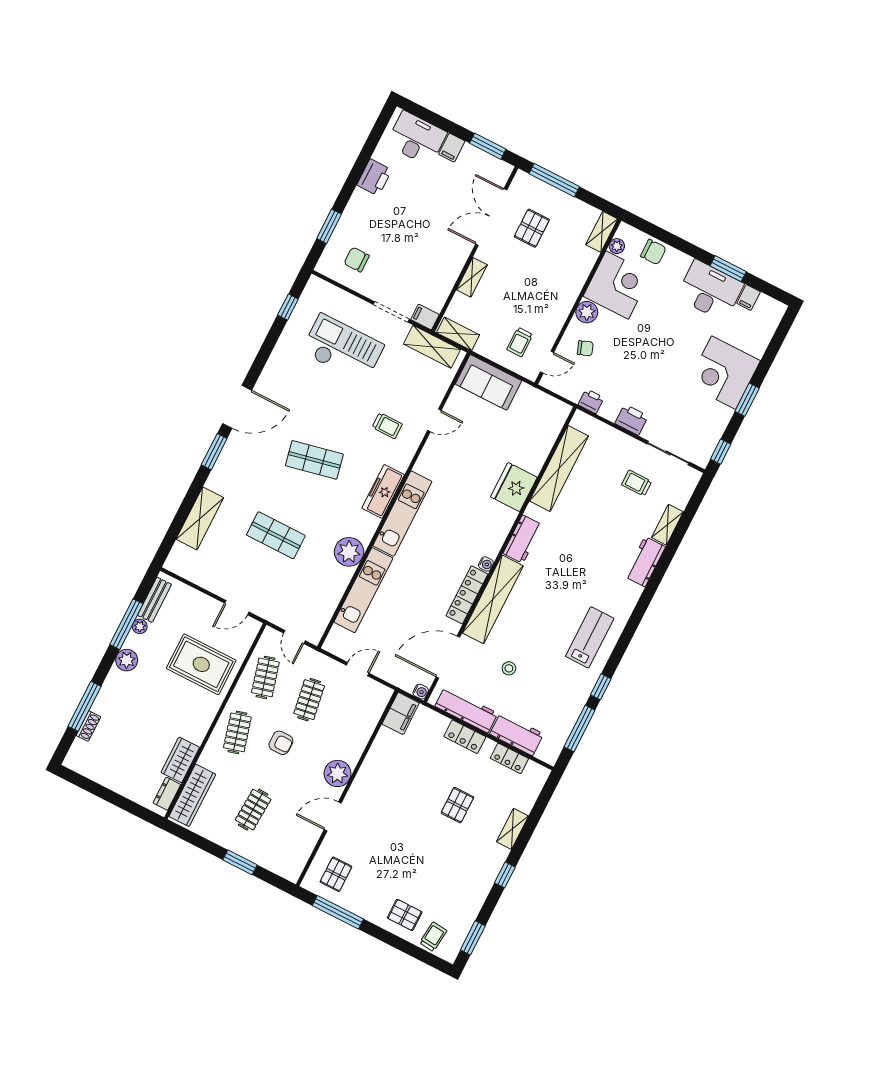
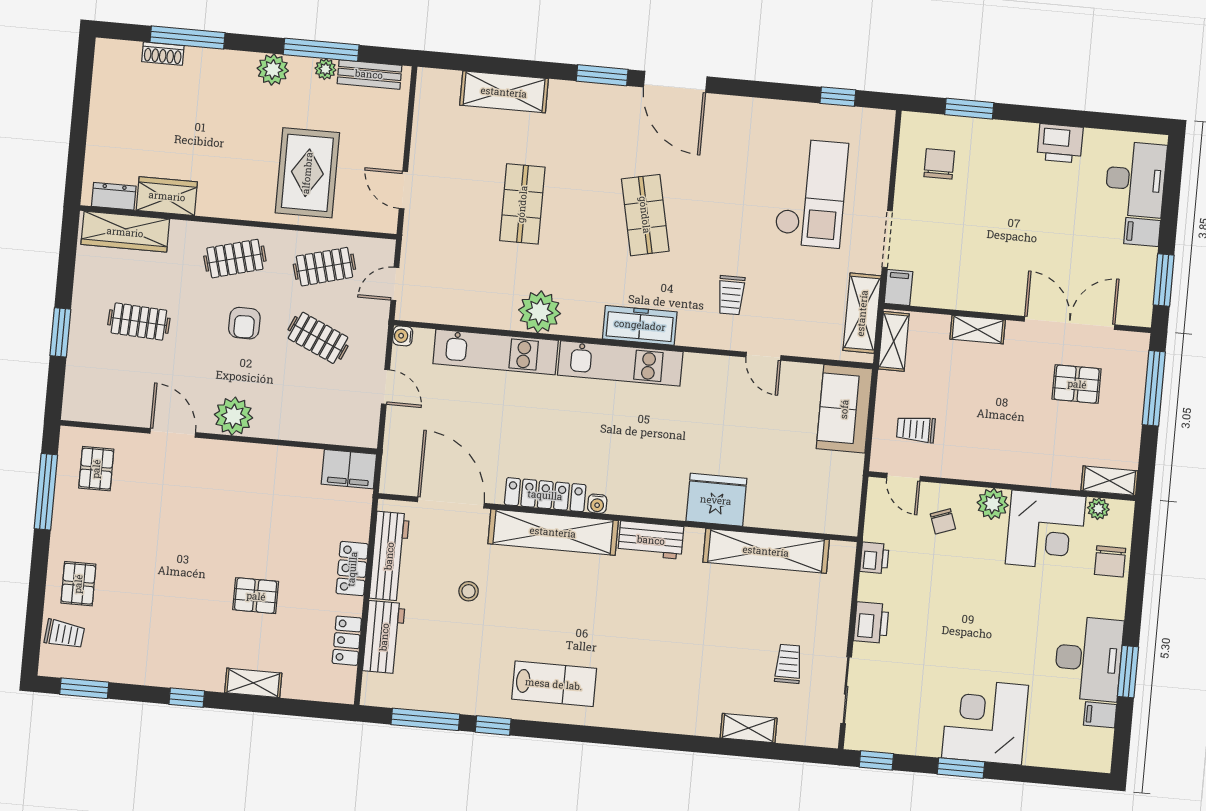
workbench: (645, 562) -> (687, 718), removed
water cooler: (421, 692) -> (403, 336), moved, turned 90
clothes rail: (309, 700) -> (318, 338), turned 33
pallet: (336, 874) -> (96, 469), turned 90

